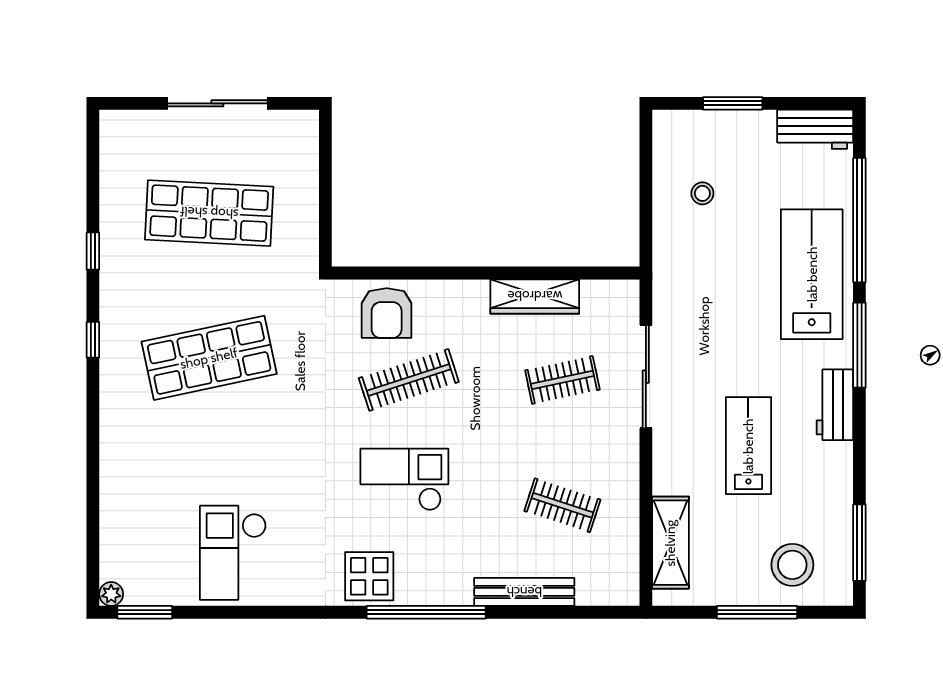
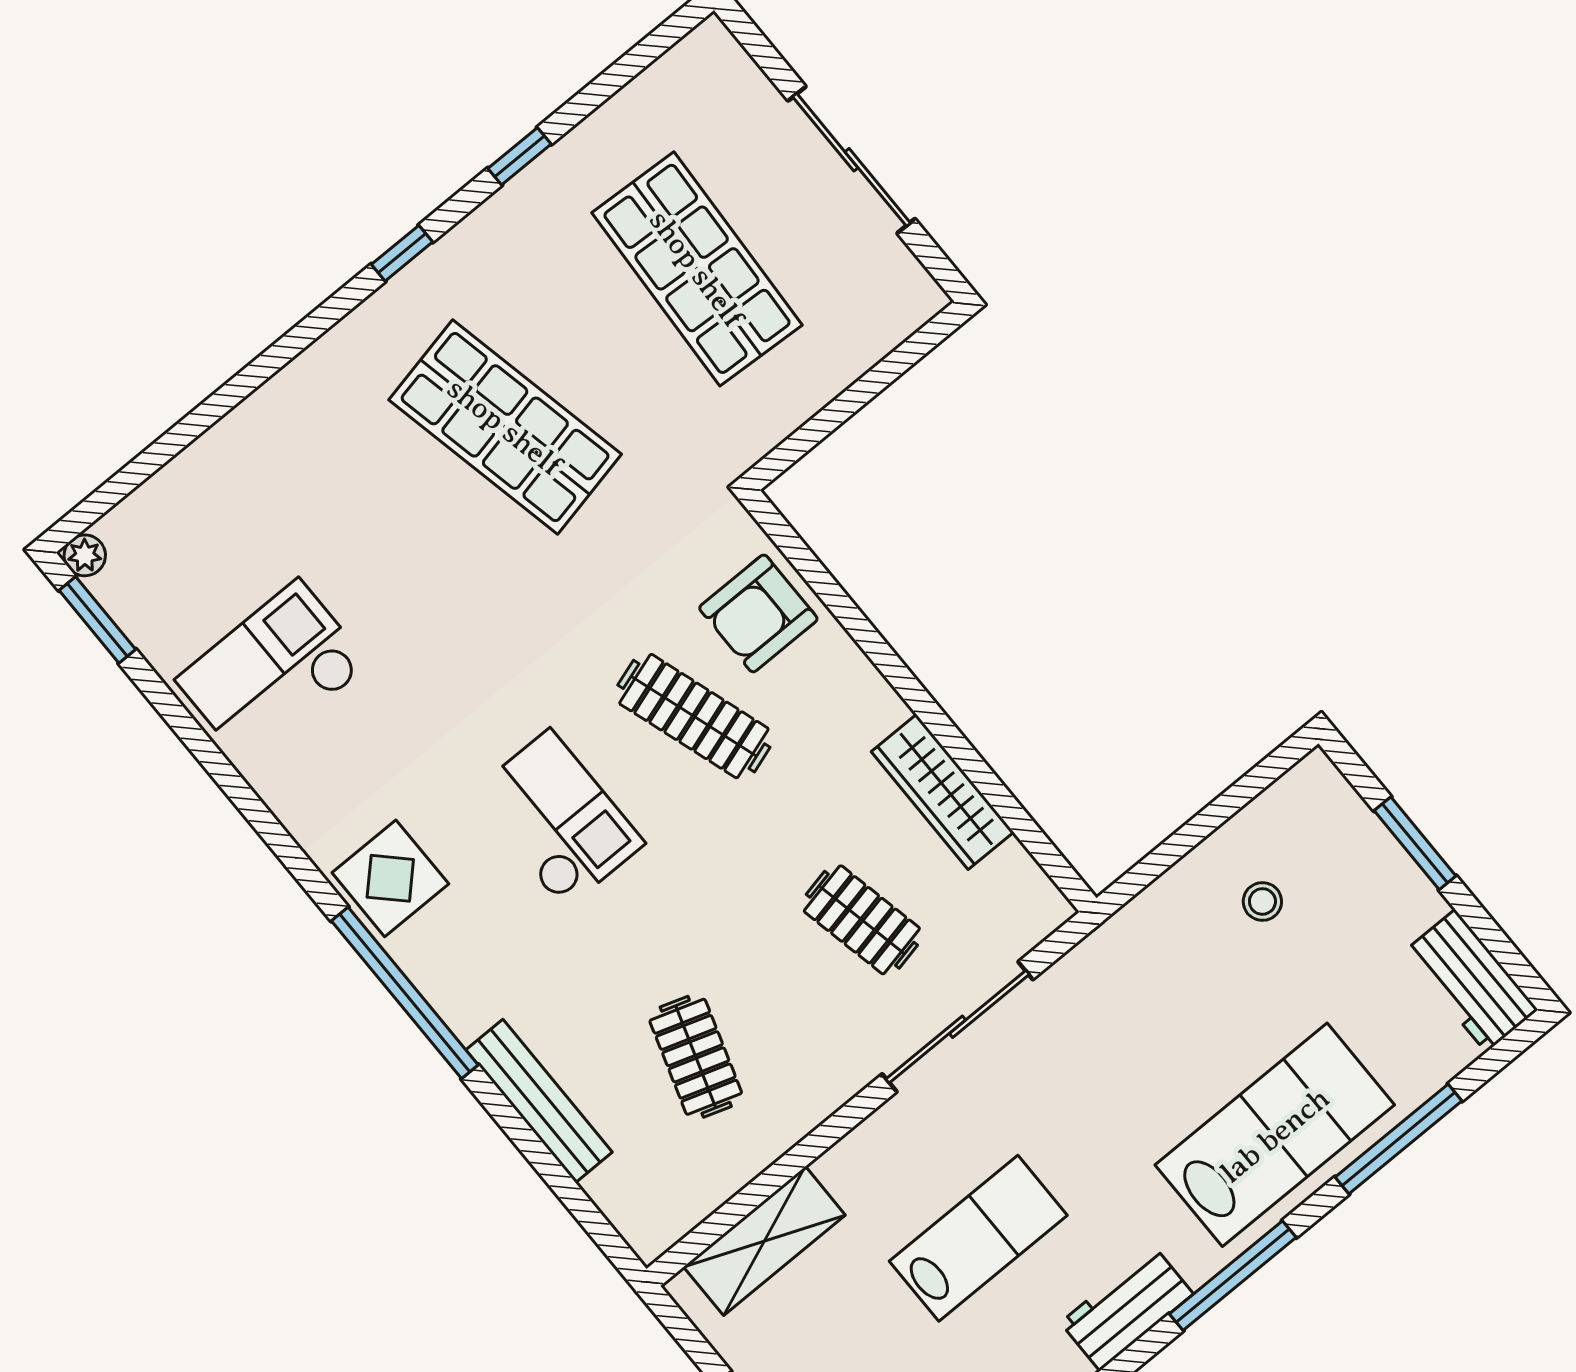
window: (859, 220) -> (1399, 1139), width x0.68

